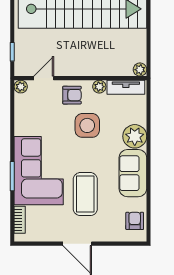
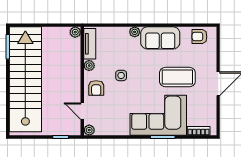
armchair: (72, 95) -> (96, 88), turned 180
side table: (87, 125) -> (121, 75), width x0.54, depth x0.54
plant: (135, 136) -> (135, 32), width x0.53, depth x0.53

